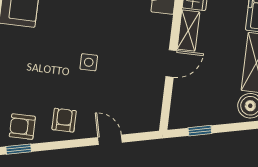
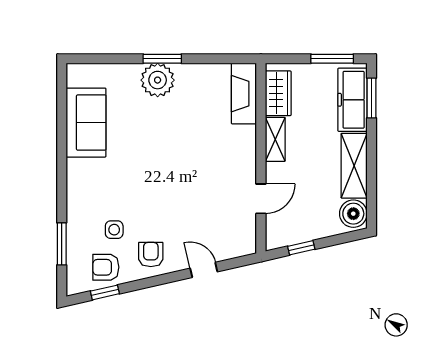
side table: (89, 62) -> (114, 230), moved
door: (171, 63) -> (261, 199), moved

